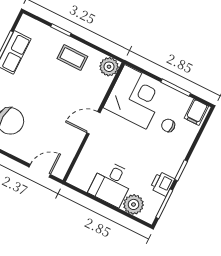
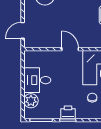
door: (40, 171) -> (23, 30), swing flipped
printer: (162, 184) -> (68, 112), moved

